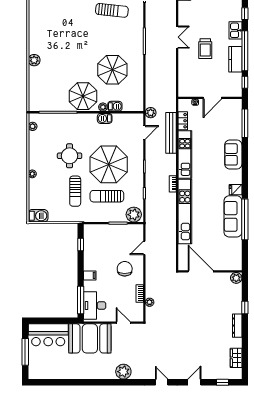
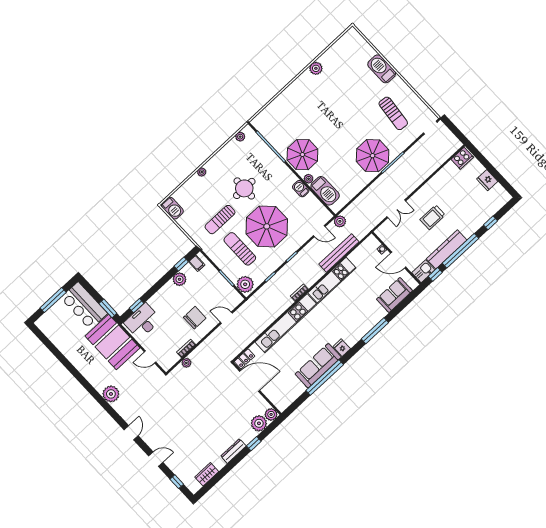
kitchen sink: (235, 30) -> (423, 271), moved
double door: (177, 37) -> (396, 209), moved
kitchen counter: (235, 59) -> (447, 249), width x1.50
plant: (34, 60) -> (316, 68), moved
parasol: (112, 70) -> (373, 156), moved
barbecue: (115, 106) -> (325, 191), width x1.88, depth x1.53
locker: (183, 121) -> (244, 359), moved
window: (245, 123) -> (375, 331), moved
sofa: (233, 154) -> (394, 295), moved
plant: (90, 255) -> (179, 279), added
door: (201, 271) -> (250, 381), hinge flipped
filing cabinet: (90, 275) -> (197, 263), moved
plant: (235, 292) -> (259, 423), added
window: (81, 300) -> (136, 306), width x0.46
window: (65, 321) -> (108, 308), added
door: (123, 323) -> (150, 357), swing flipped

